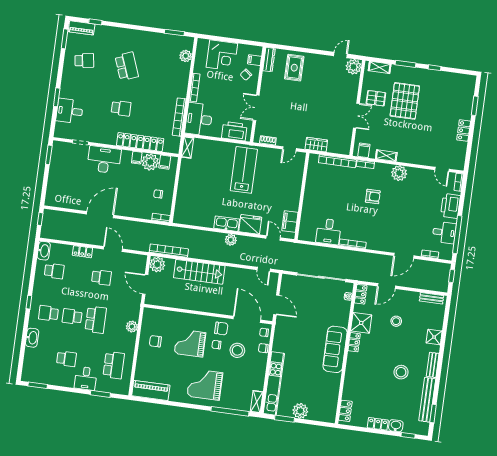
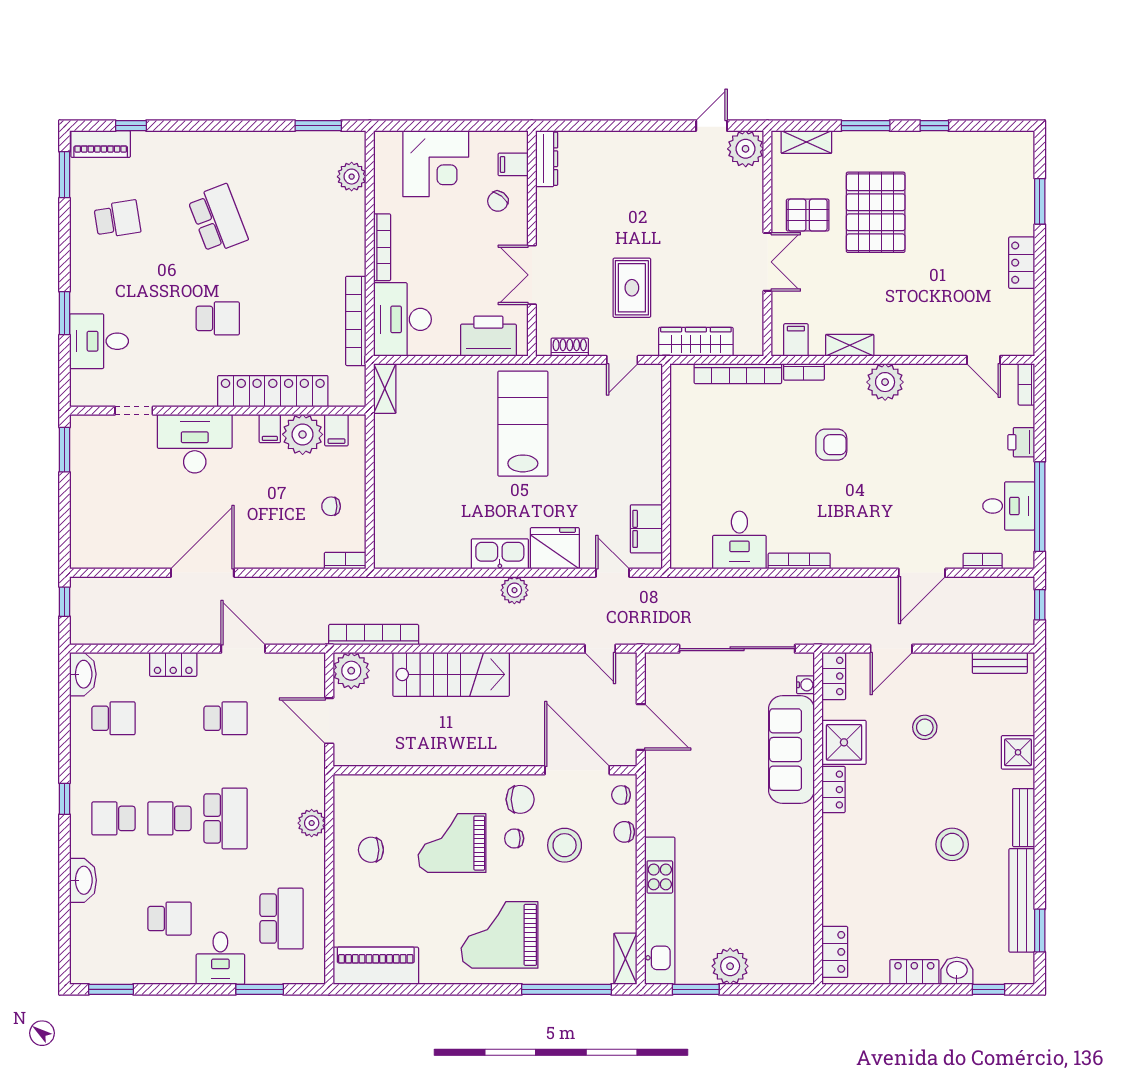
rug: (294, 68) -> (632, 288), moved
wardrobe: (316, 145) -> (696, 342), width x1.50
printer: (450, 206) -> (1021, 442), width x0.53, depth x0.68
sofa: (335, 349) -> (791, 750), moved

